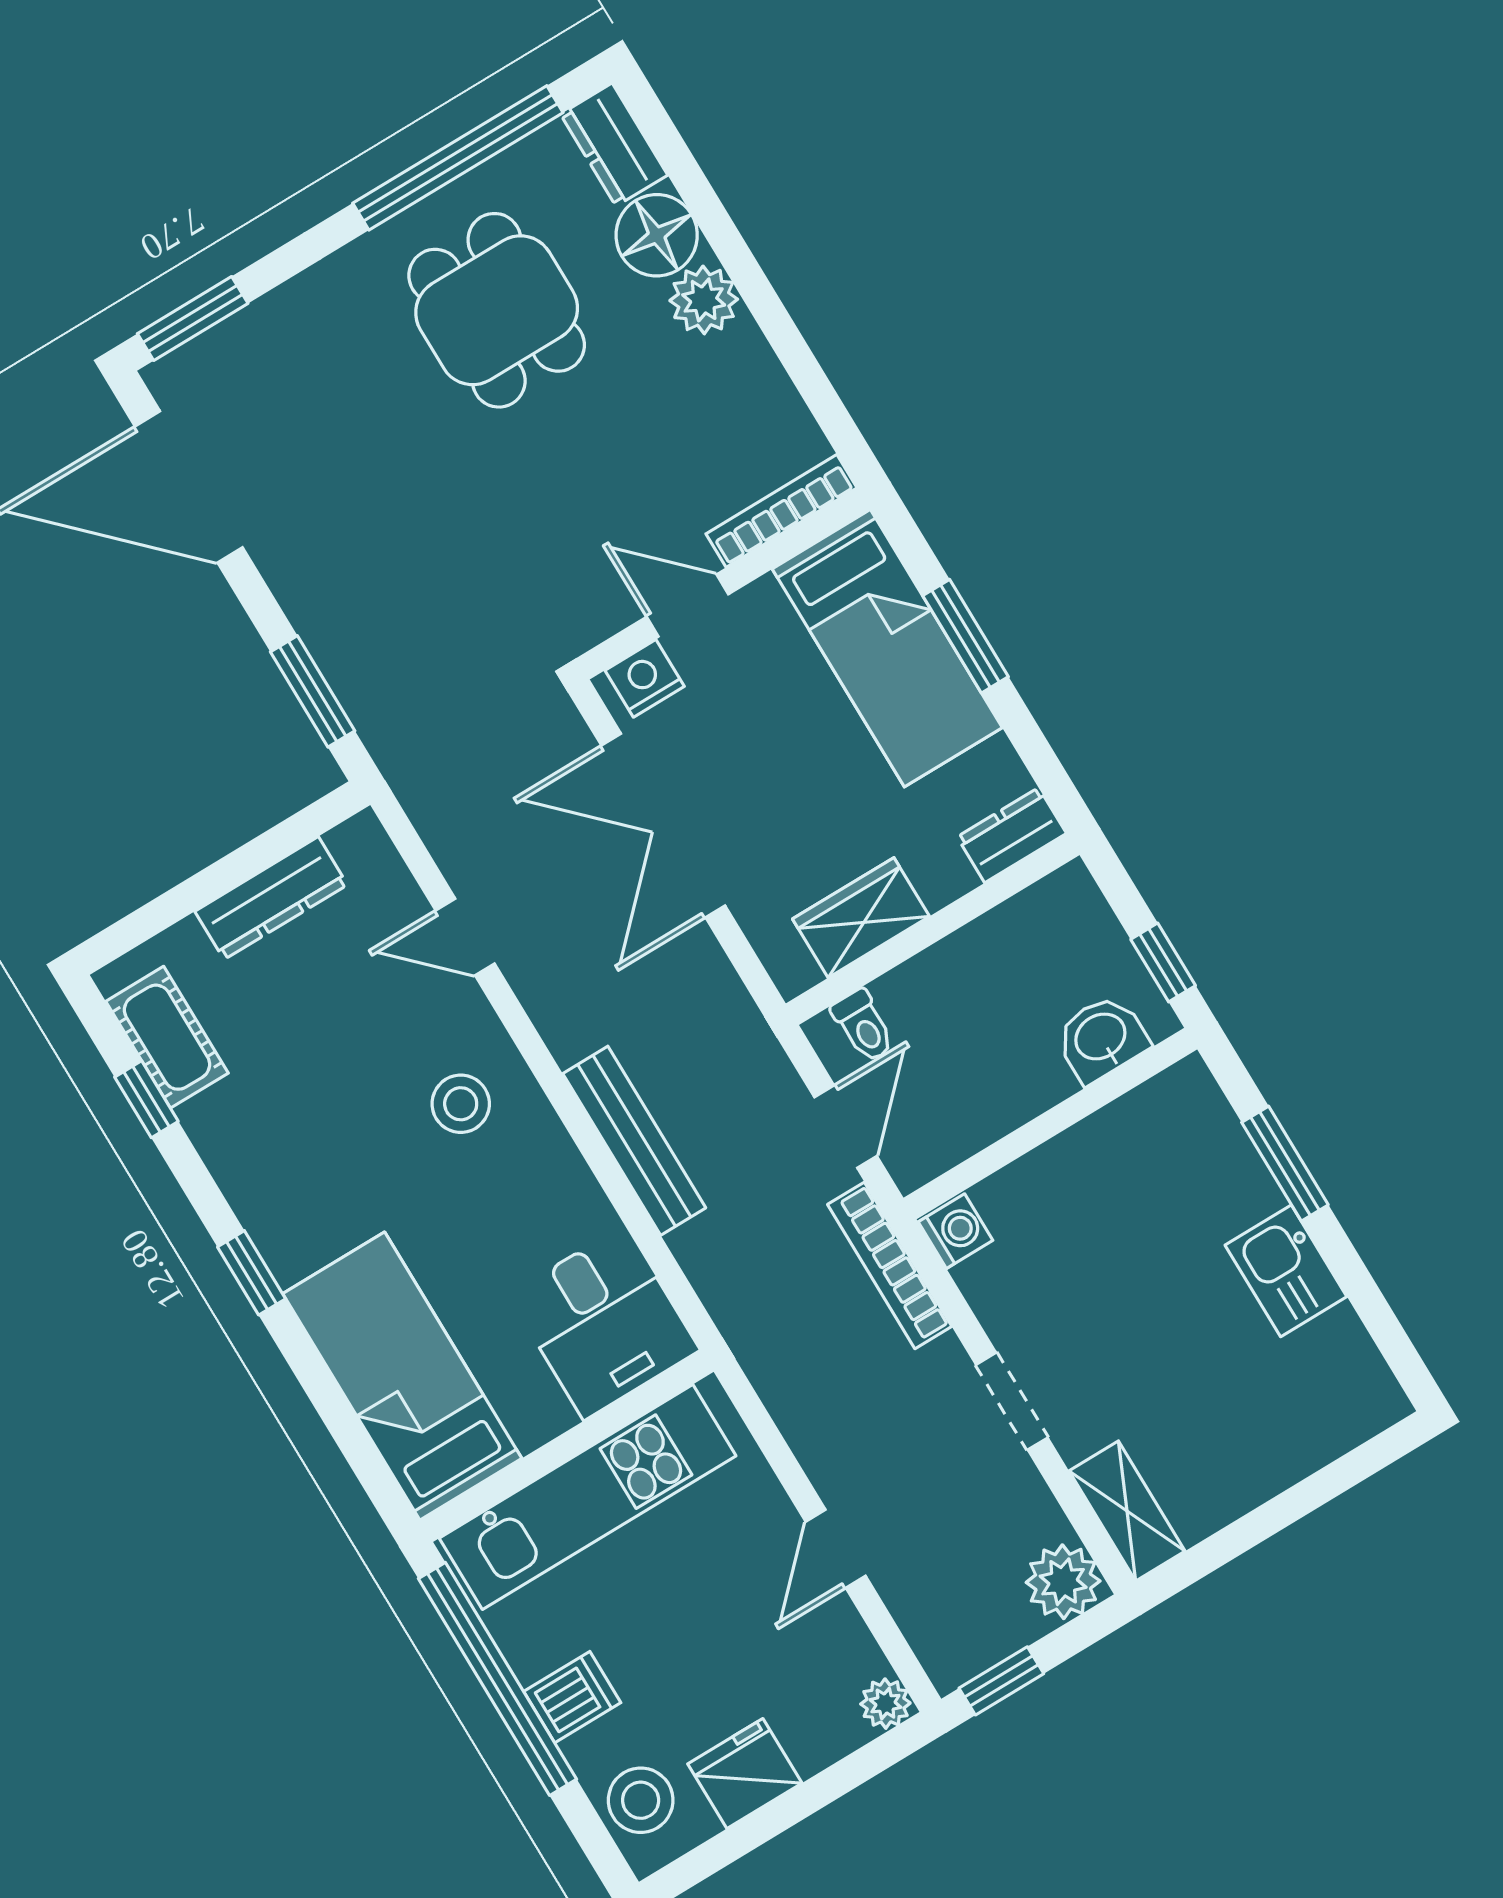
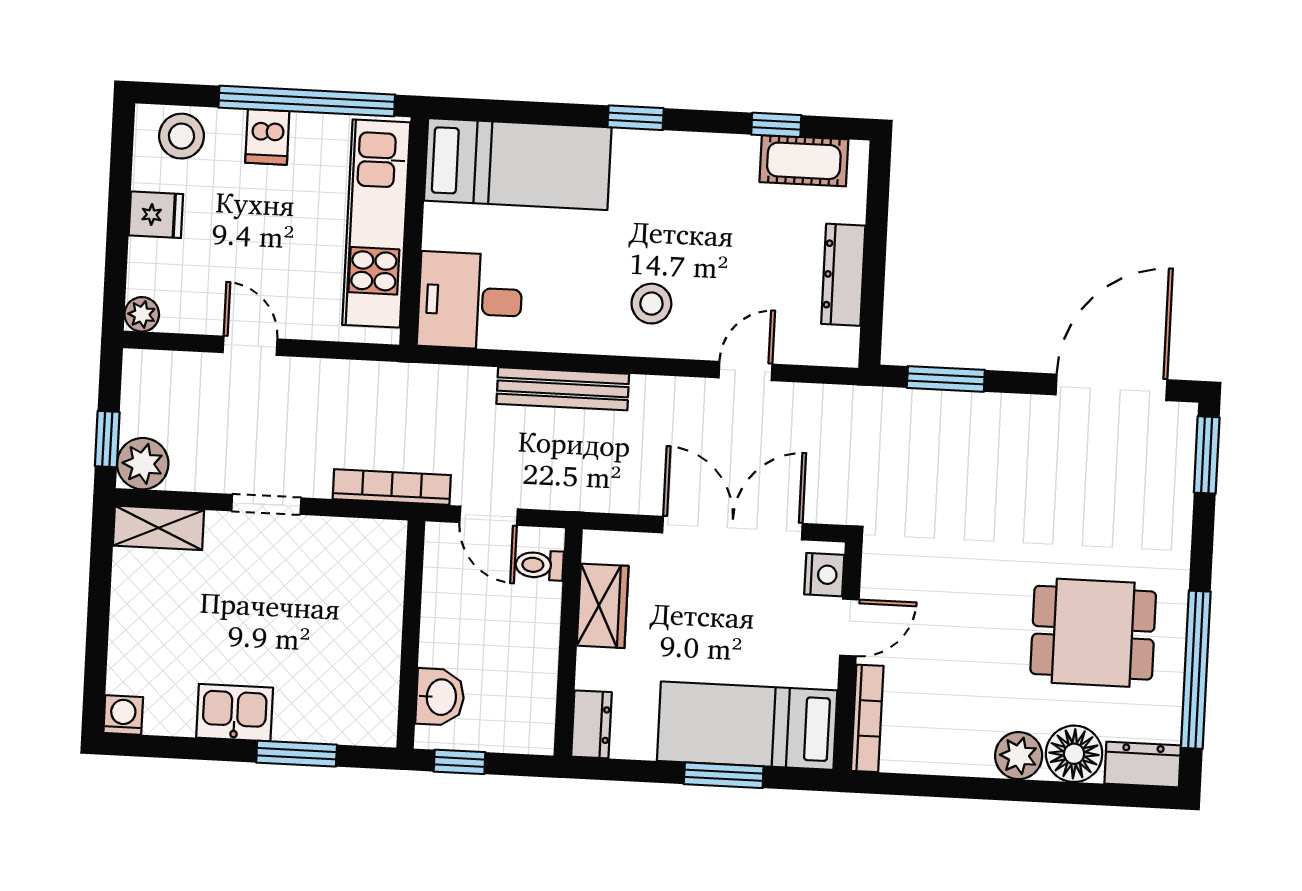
washing machine: (956, 1231) -> (123, 715), moved, turned 180
window: (1001, 1681) -> (107, 439), moved
fridge: (745, 1774) -> (156, 215), width x0.72

